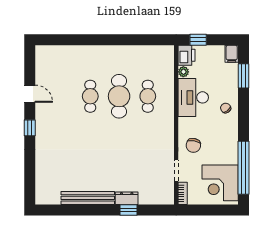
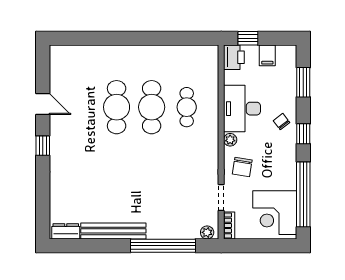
filing cabinet: (232, 54) -> (267, 55), moved
plant: (183, 72) -> (230, 140), moved
cafe table: (90, 96) -> (117, 107), width x1.37, depth x1.35
window: (244, 118) -> (303, 134), added
dresser: (127, 198) -> (66, 231), moved
plant: (165, 199) -> (207, 232), added
window: (128, 210) -> (163, 246), width x3.17

